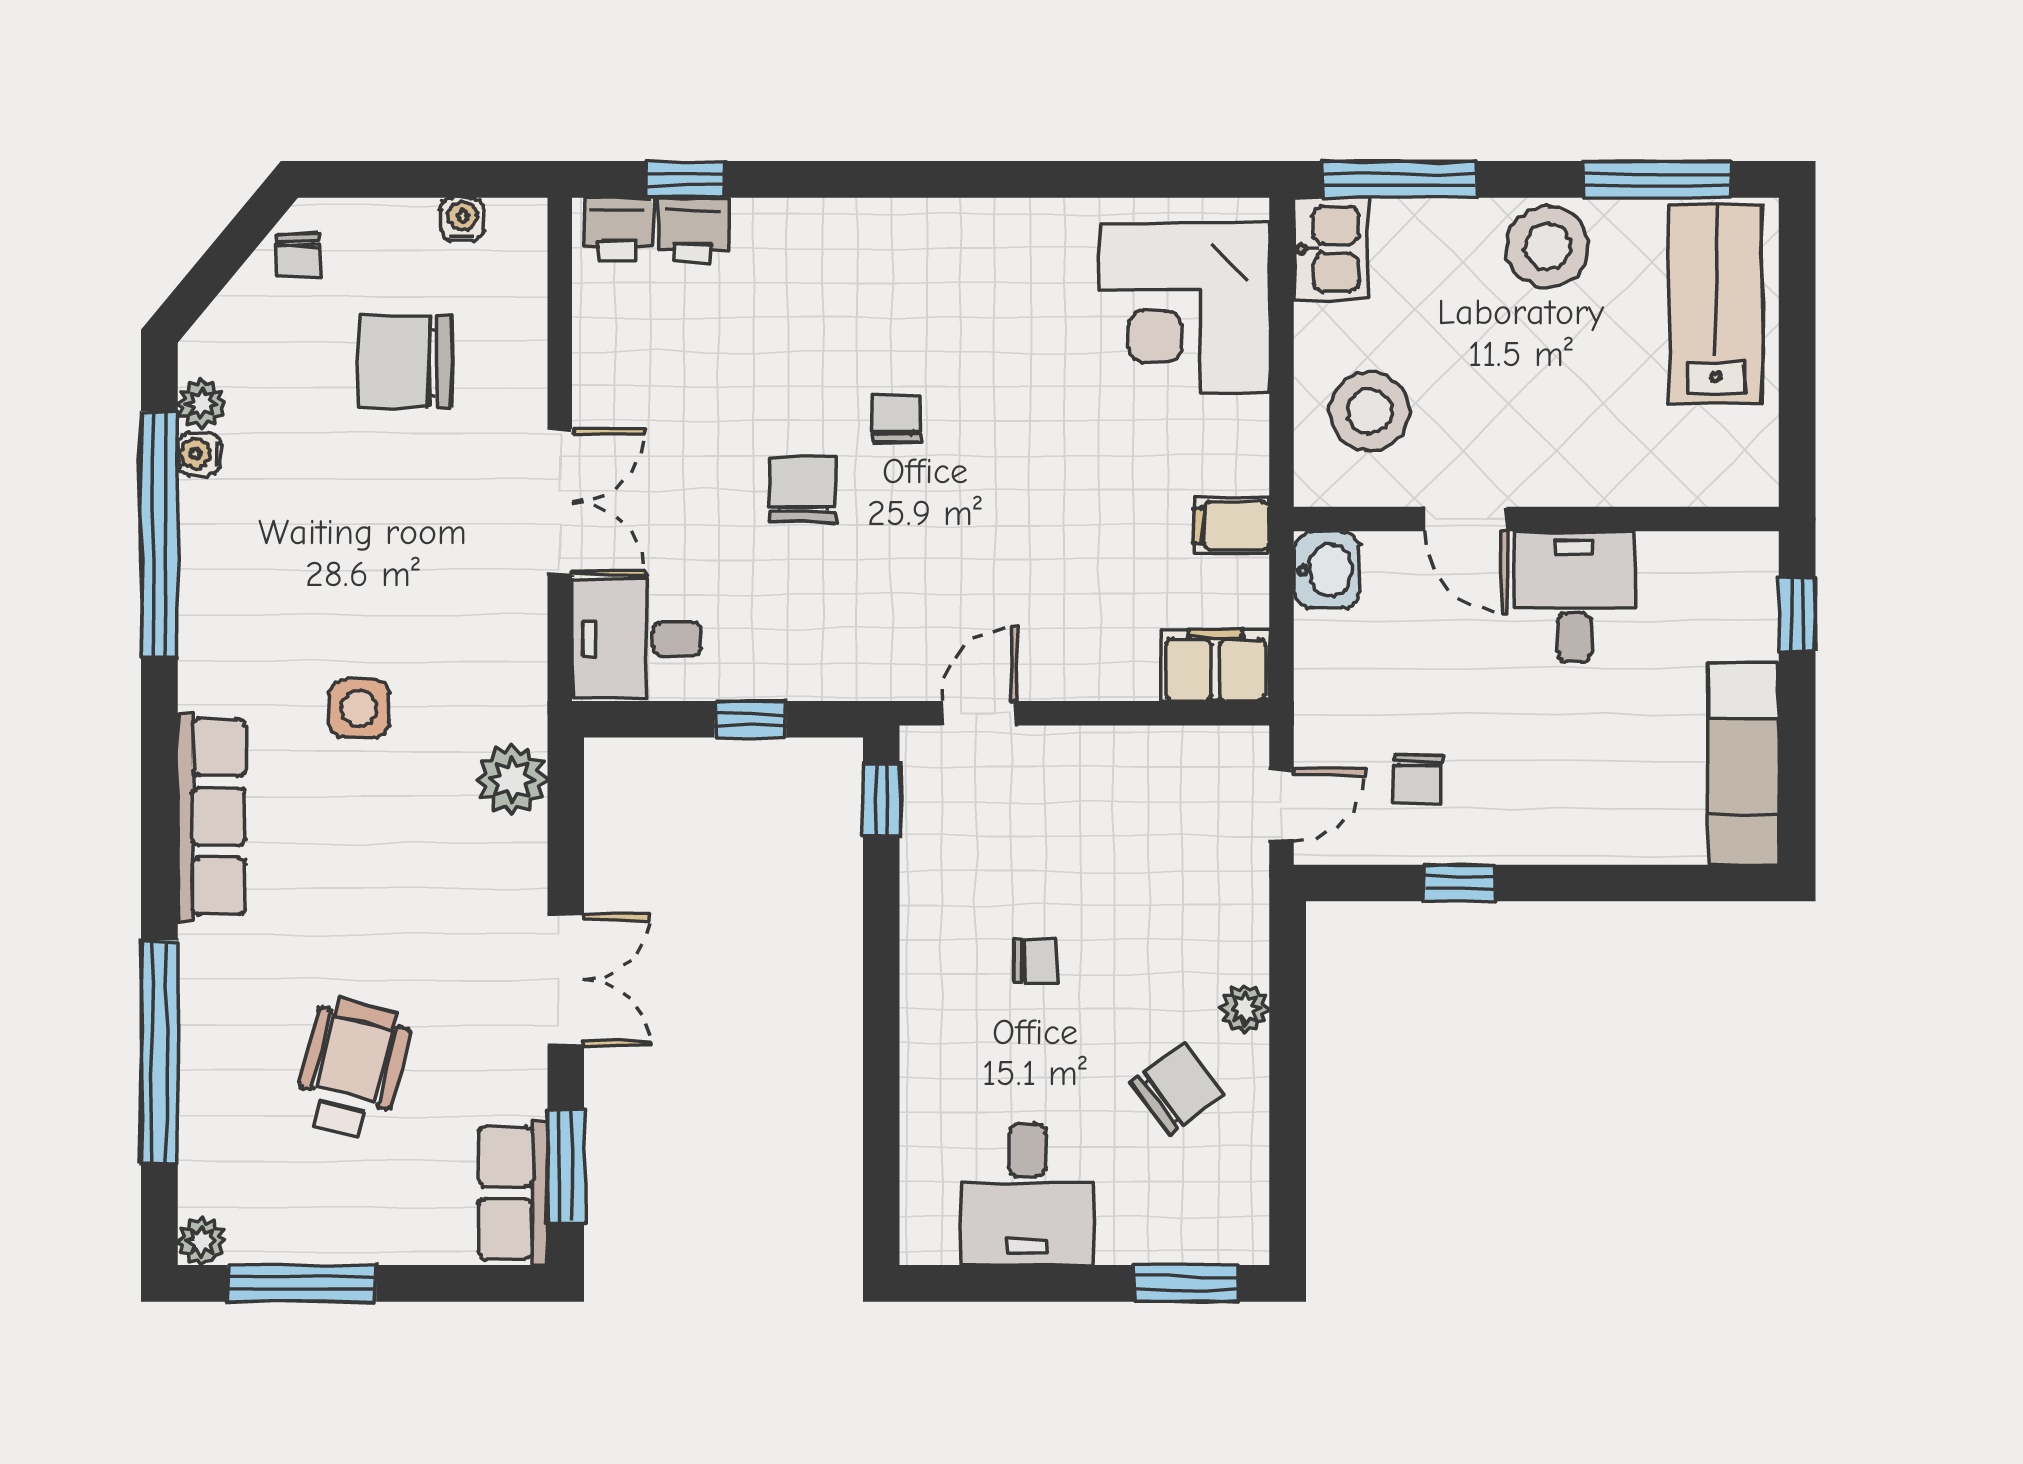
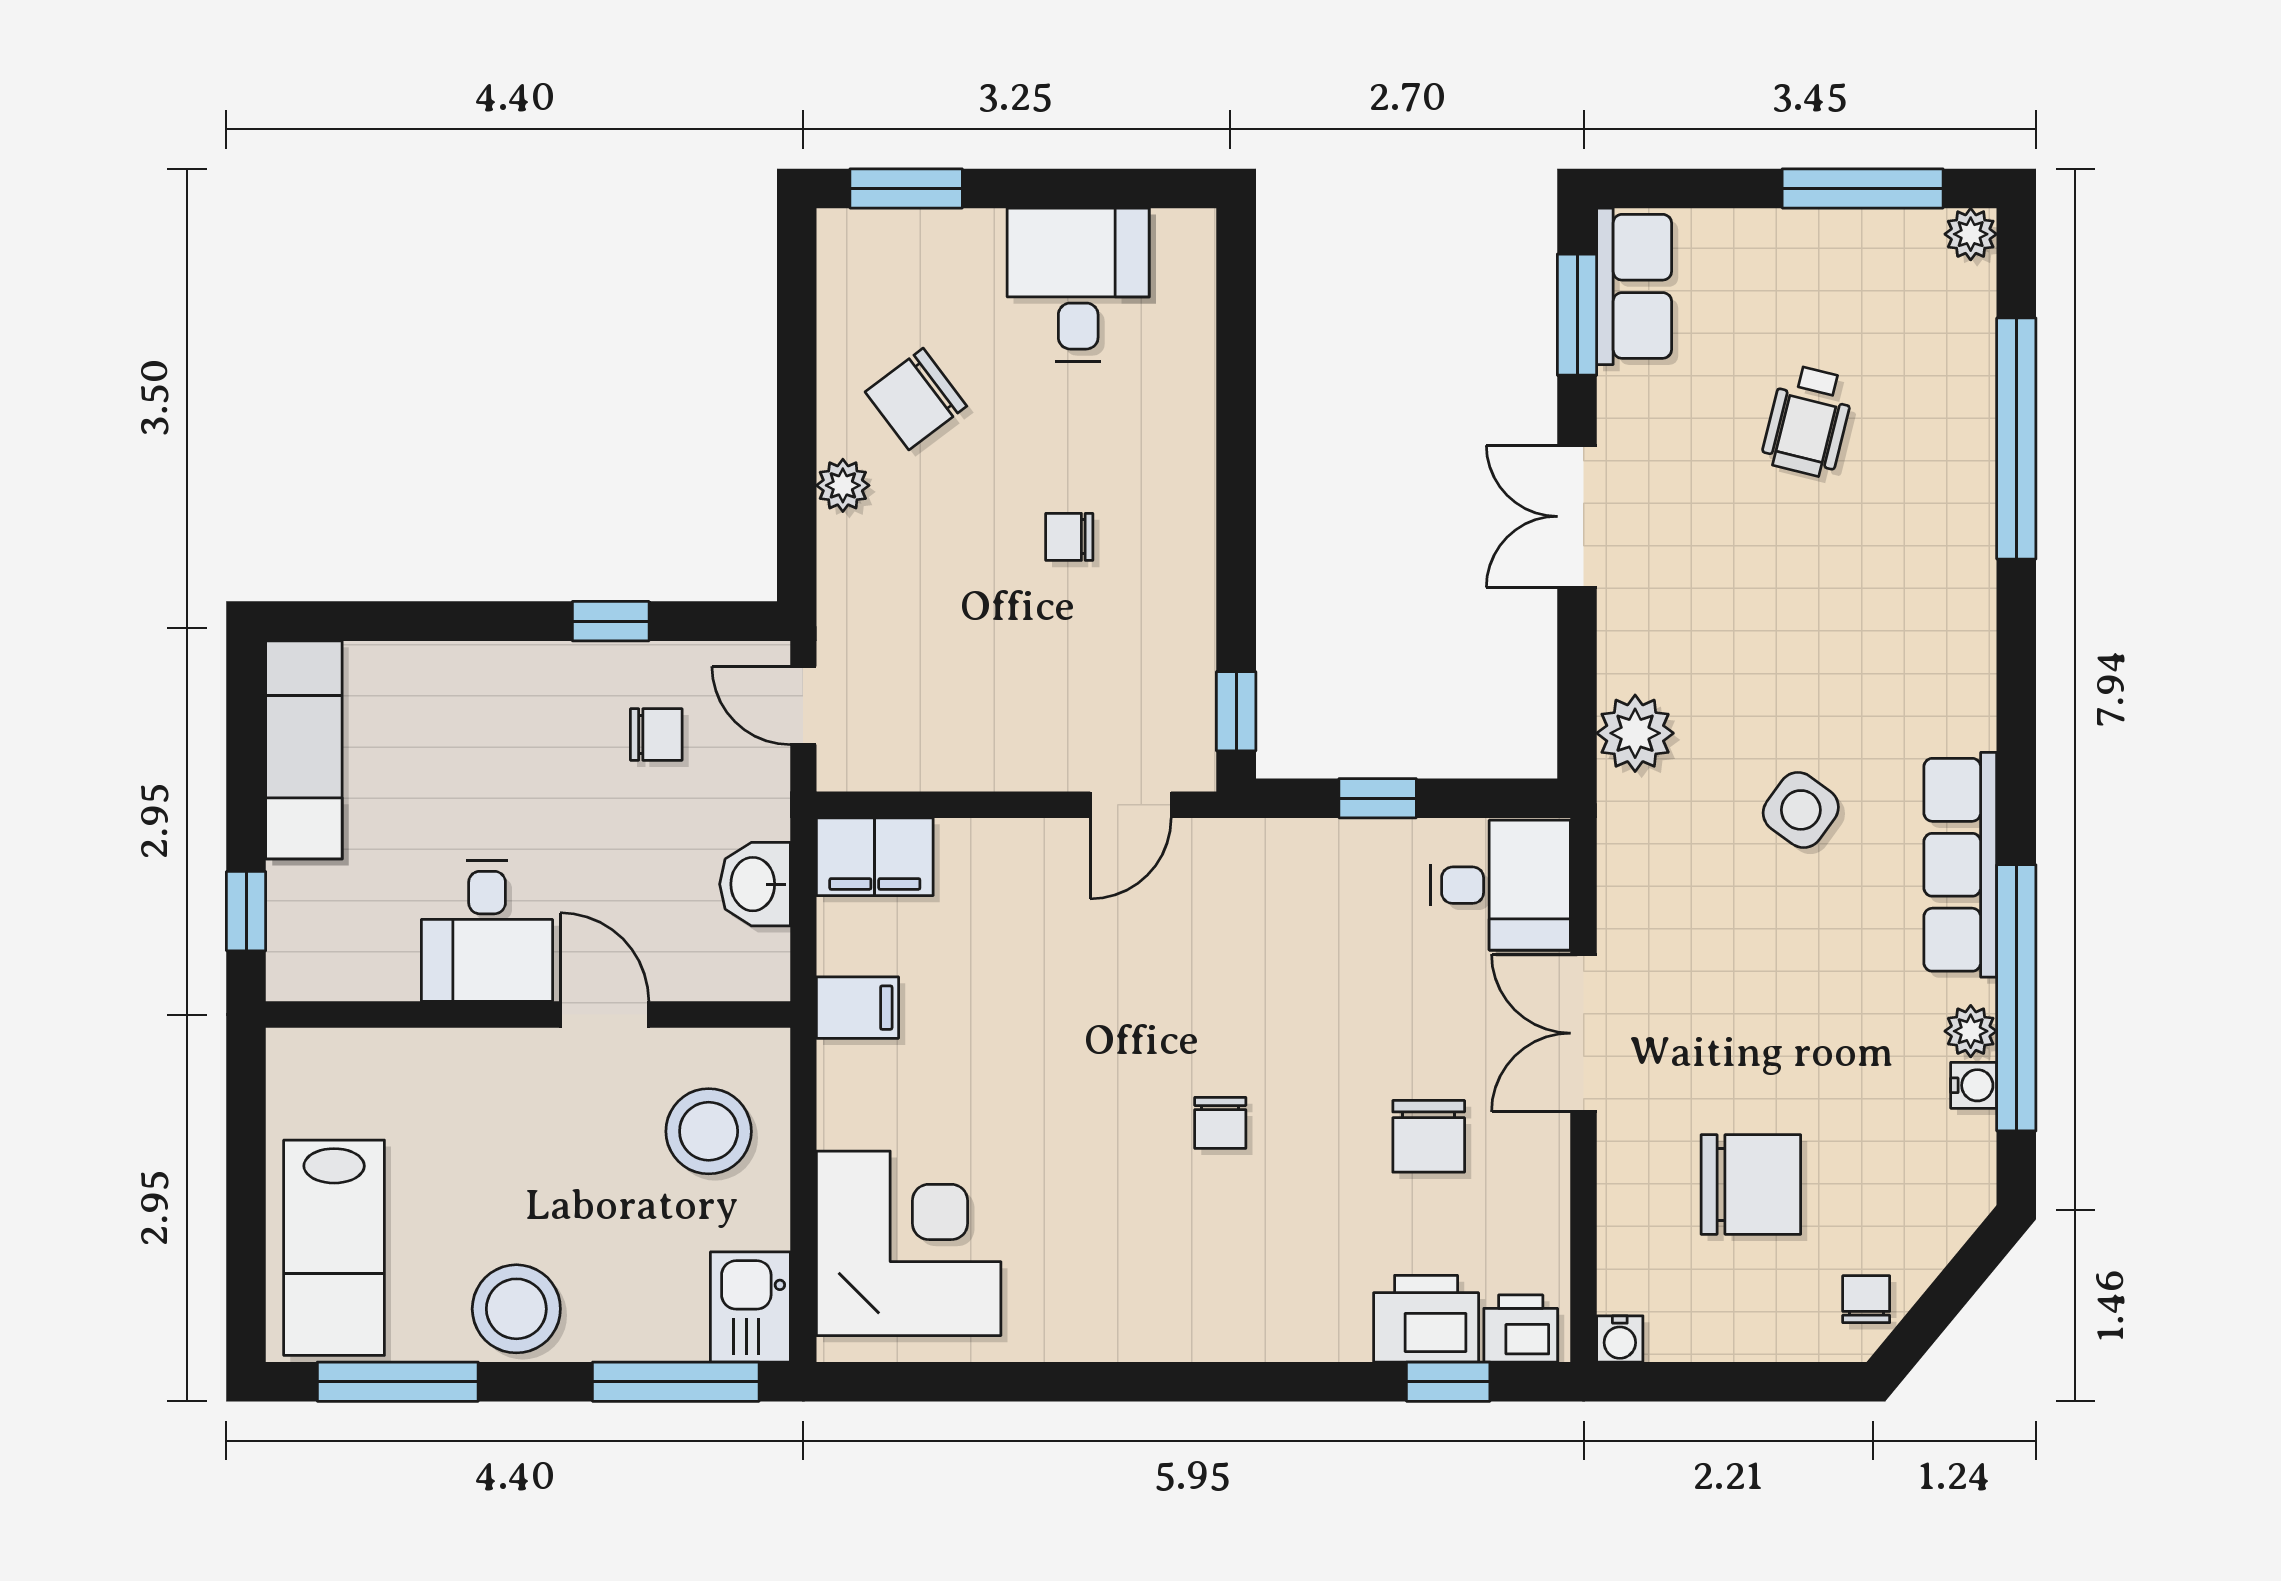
water cooler: (463, 219) -> (1620, 1339), moved
printer: (693, 230) -> (1426, 1319), width x1.36, depth x1.24
plant: (202, 403) -> (1971, 1031), moved
chair: (803, 489) -> (1429, 1136), moved
washbasin: (1326, 570) -> (755, 884), moved
side table: (359, 708) -> (1801, 810), turned 36
chair: (1418, 778) -> (656, 734), turned 90
door: (1282, 805) -> (803, 705), hinge flipped
row of seats: (211, 817) -> (1960, 865), moved
wheelchair: (352, 1068) -> (1808, 421), width x0.73, depth x0.73

